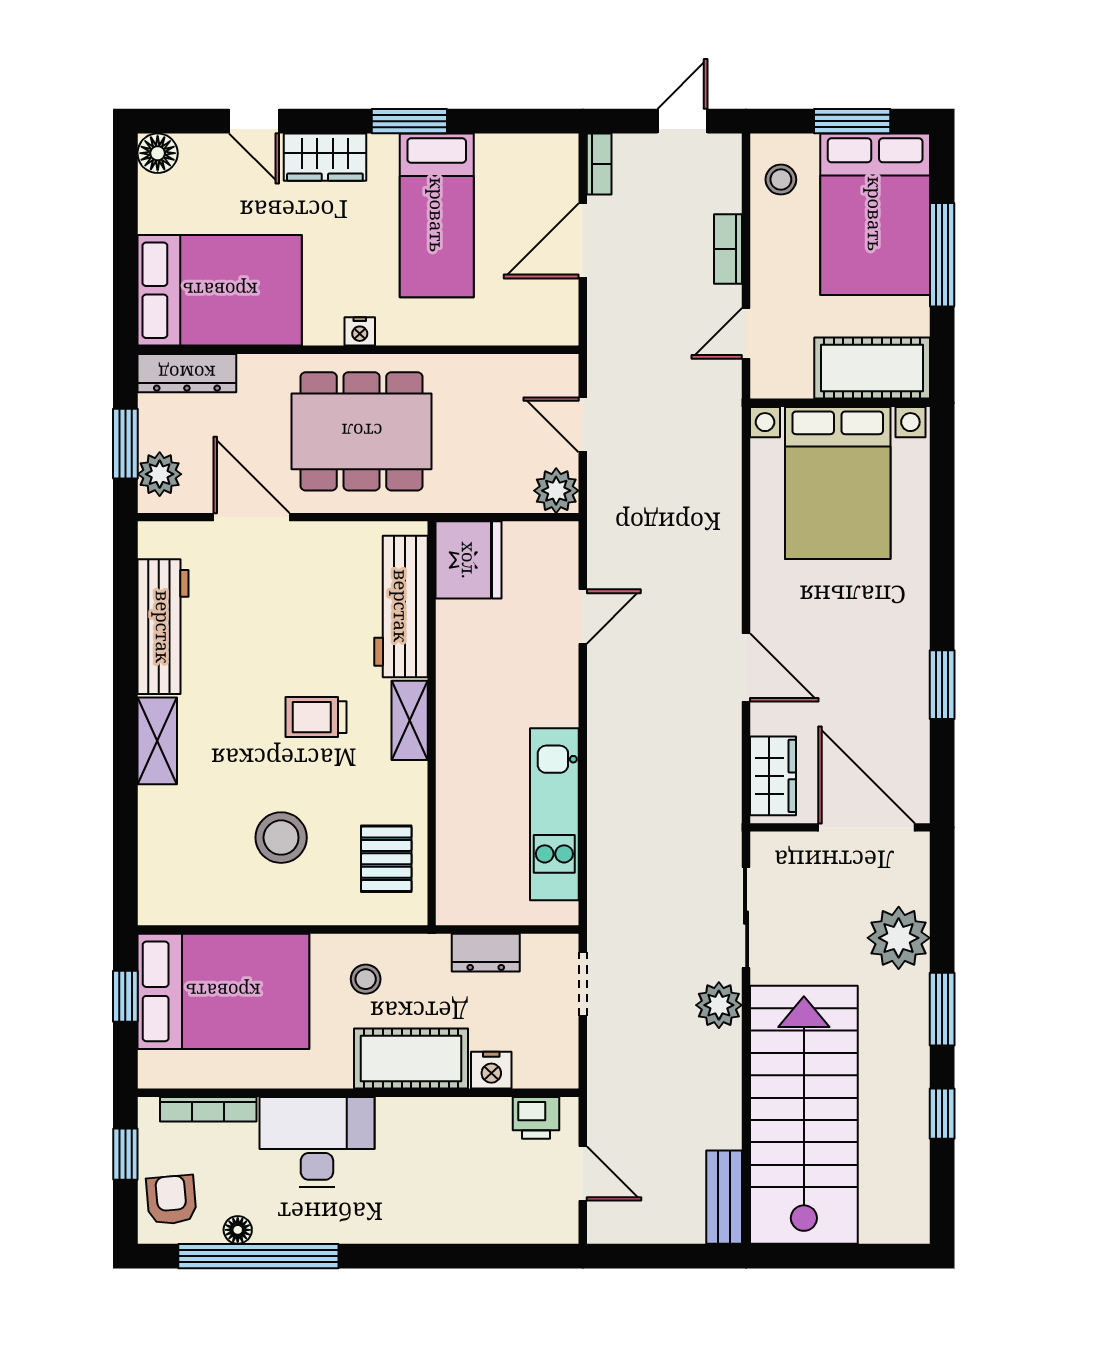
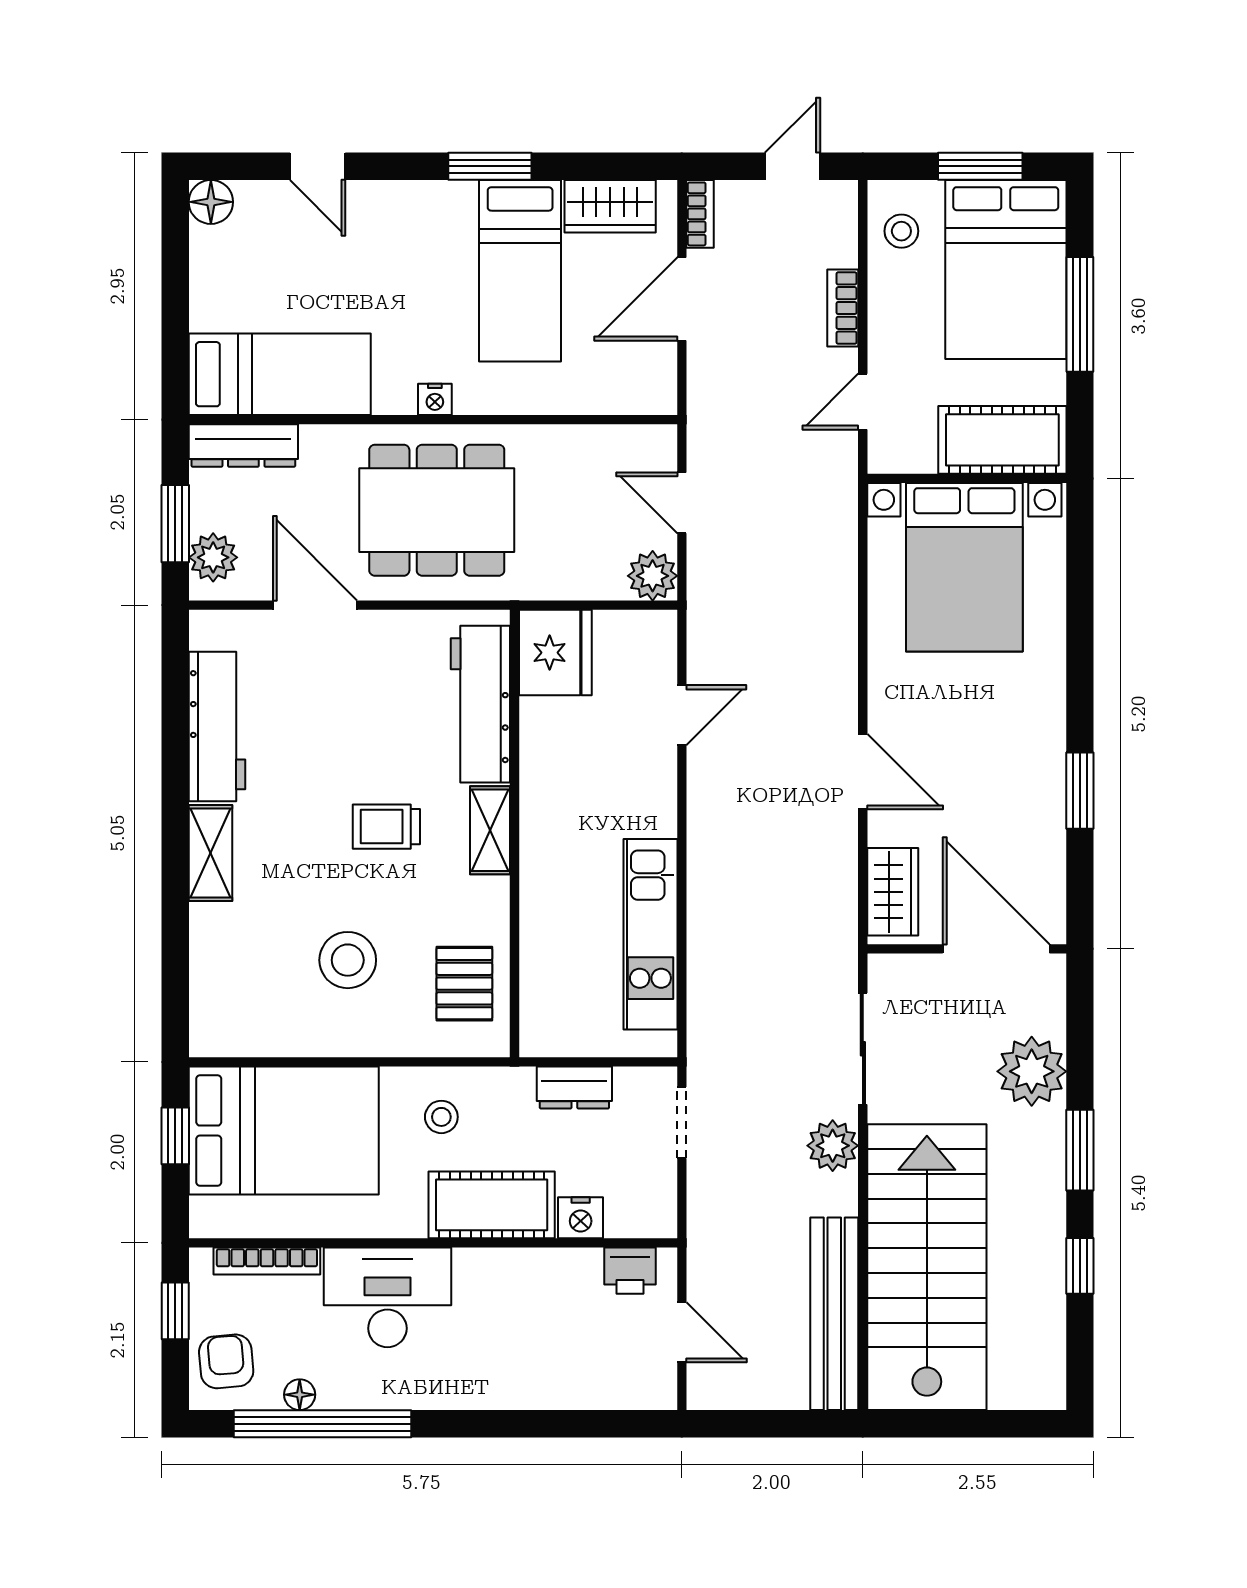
wardrobe: (325, 157) -> (610, 206), moved
bed: (220, 290) -> (280, 374), width x0.67
bench: (724, 1197) -> (834, 1314), width x1.86, depth x1.21

